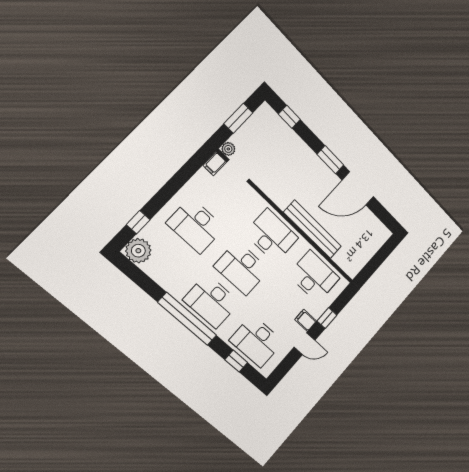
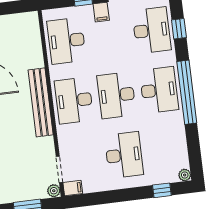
bench: (313, 229) -> (41, 102), moved
plant: (138, 251) -> (185, 175), width x0.53, depth x0.53
desk: (242, 268) -> (116, 95), turned 180

